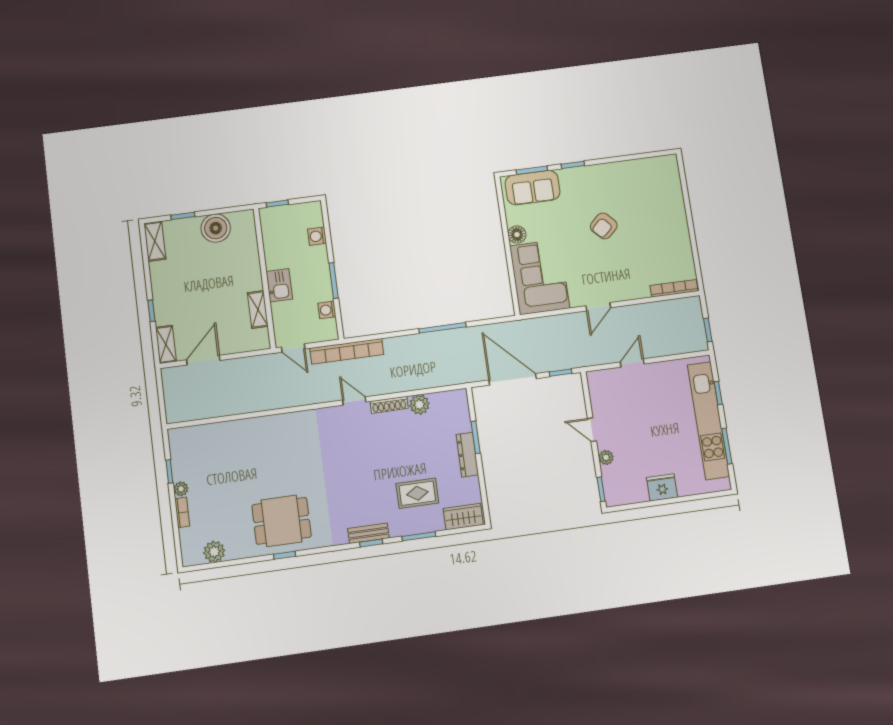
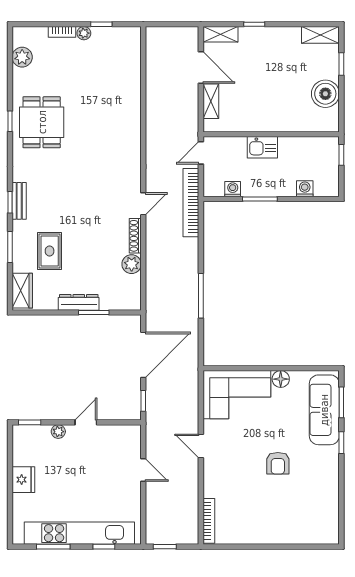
sofa: (532, 188) -> (324, 410), width x1.36
armchair: (604, 226) -> (278, 463), turned -137
shelving: (258, 309) -> (211, 101), moved, turned 90

